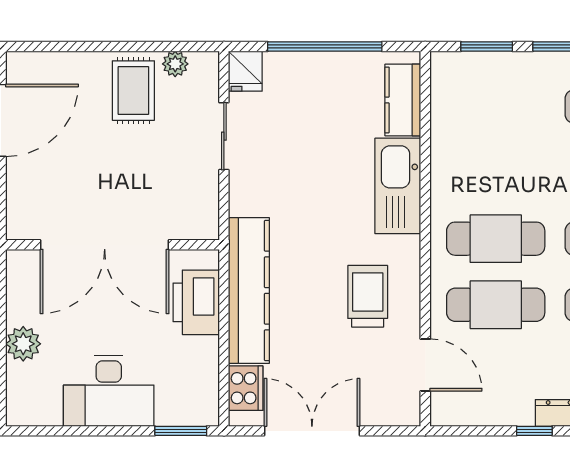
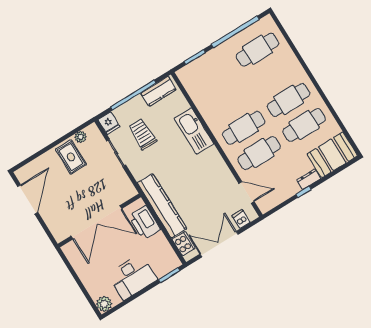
kitchen counter: (403, 100) -> (158, 91), moved, turned -90
trolley: (368, 296) -> (142, 134), moved
plant: (23, 344) -> (104, 304), moved
dishwasher: (383, 409) -> (241, 219), added

